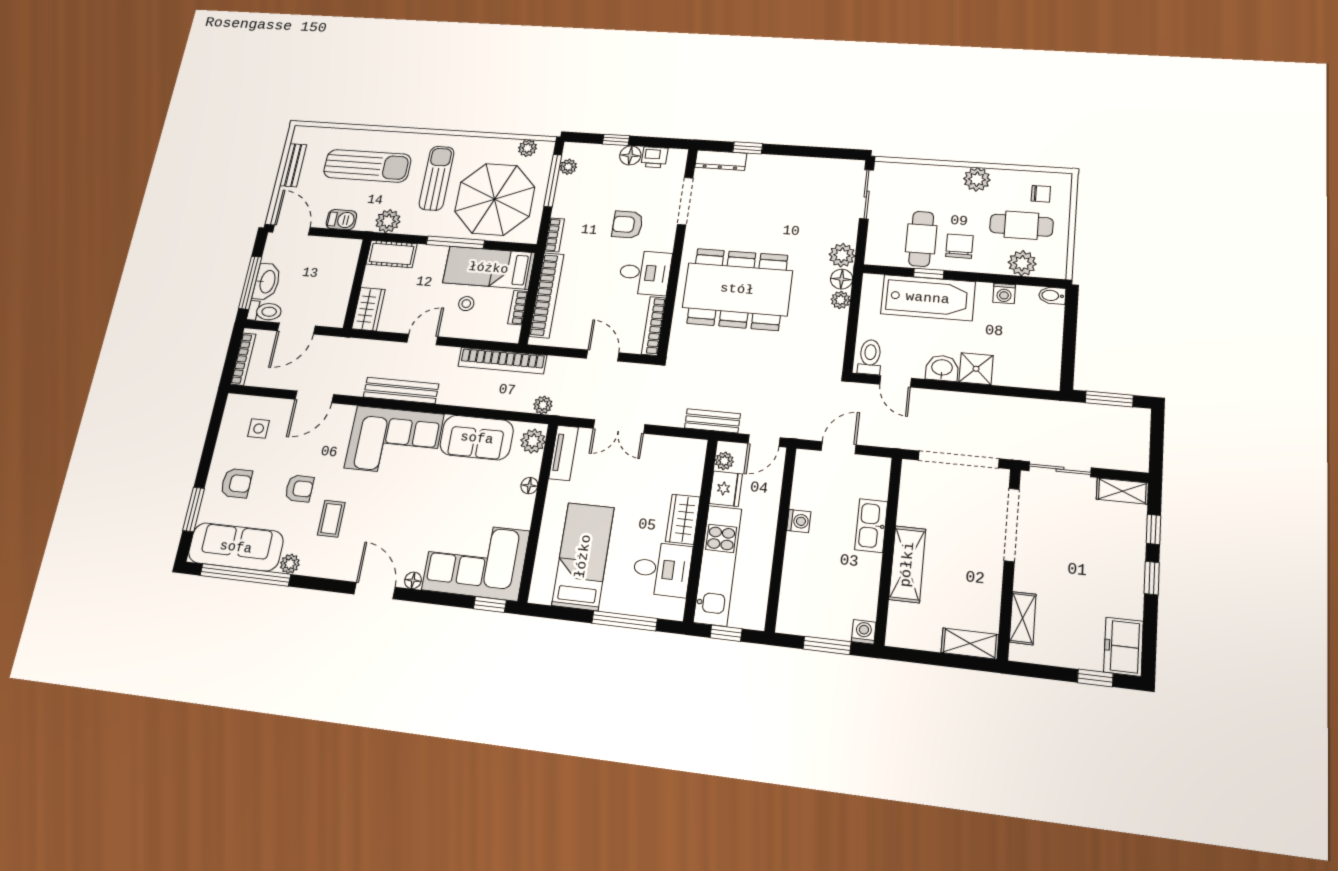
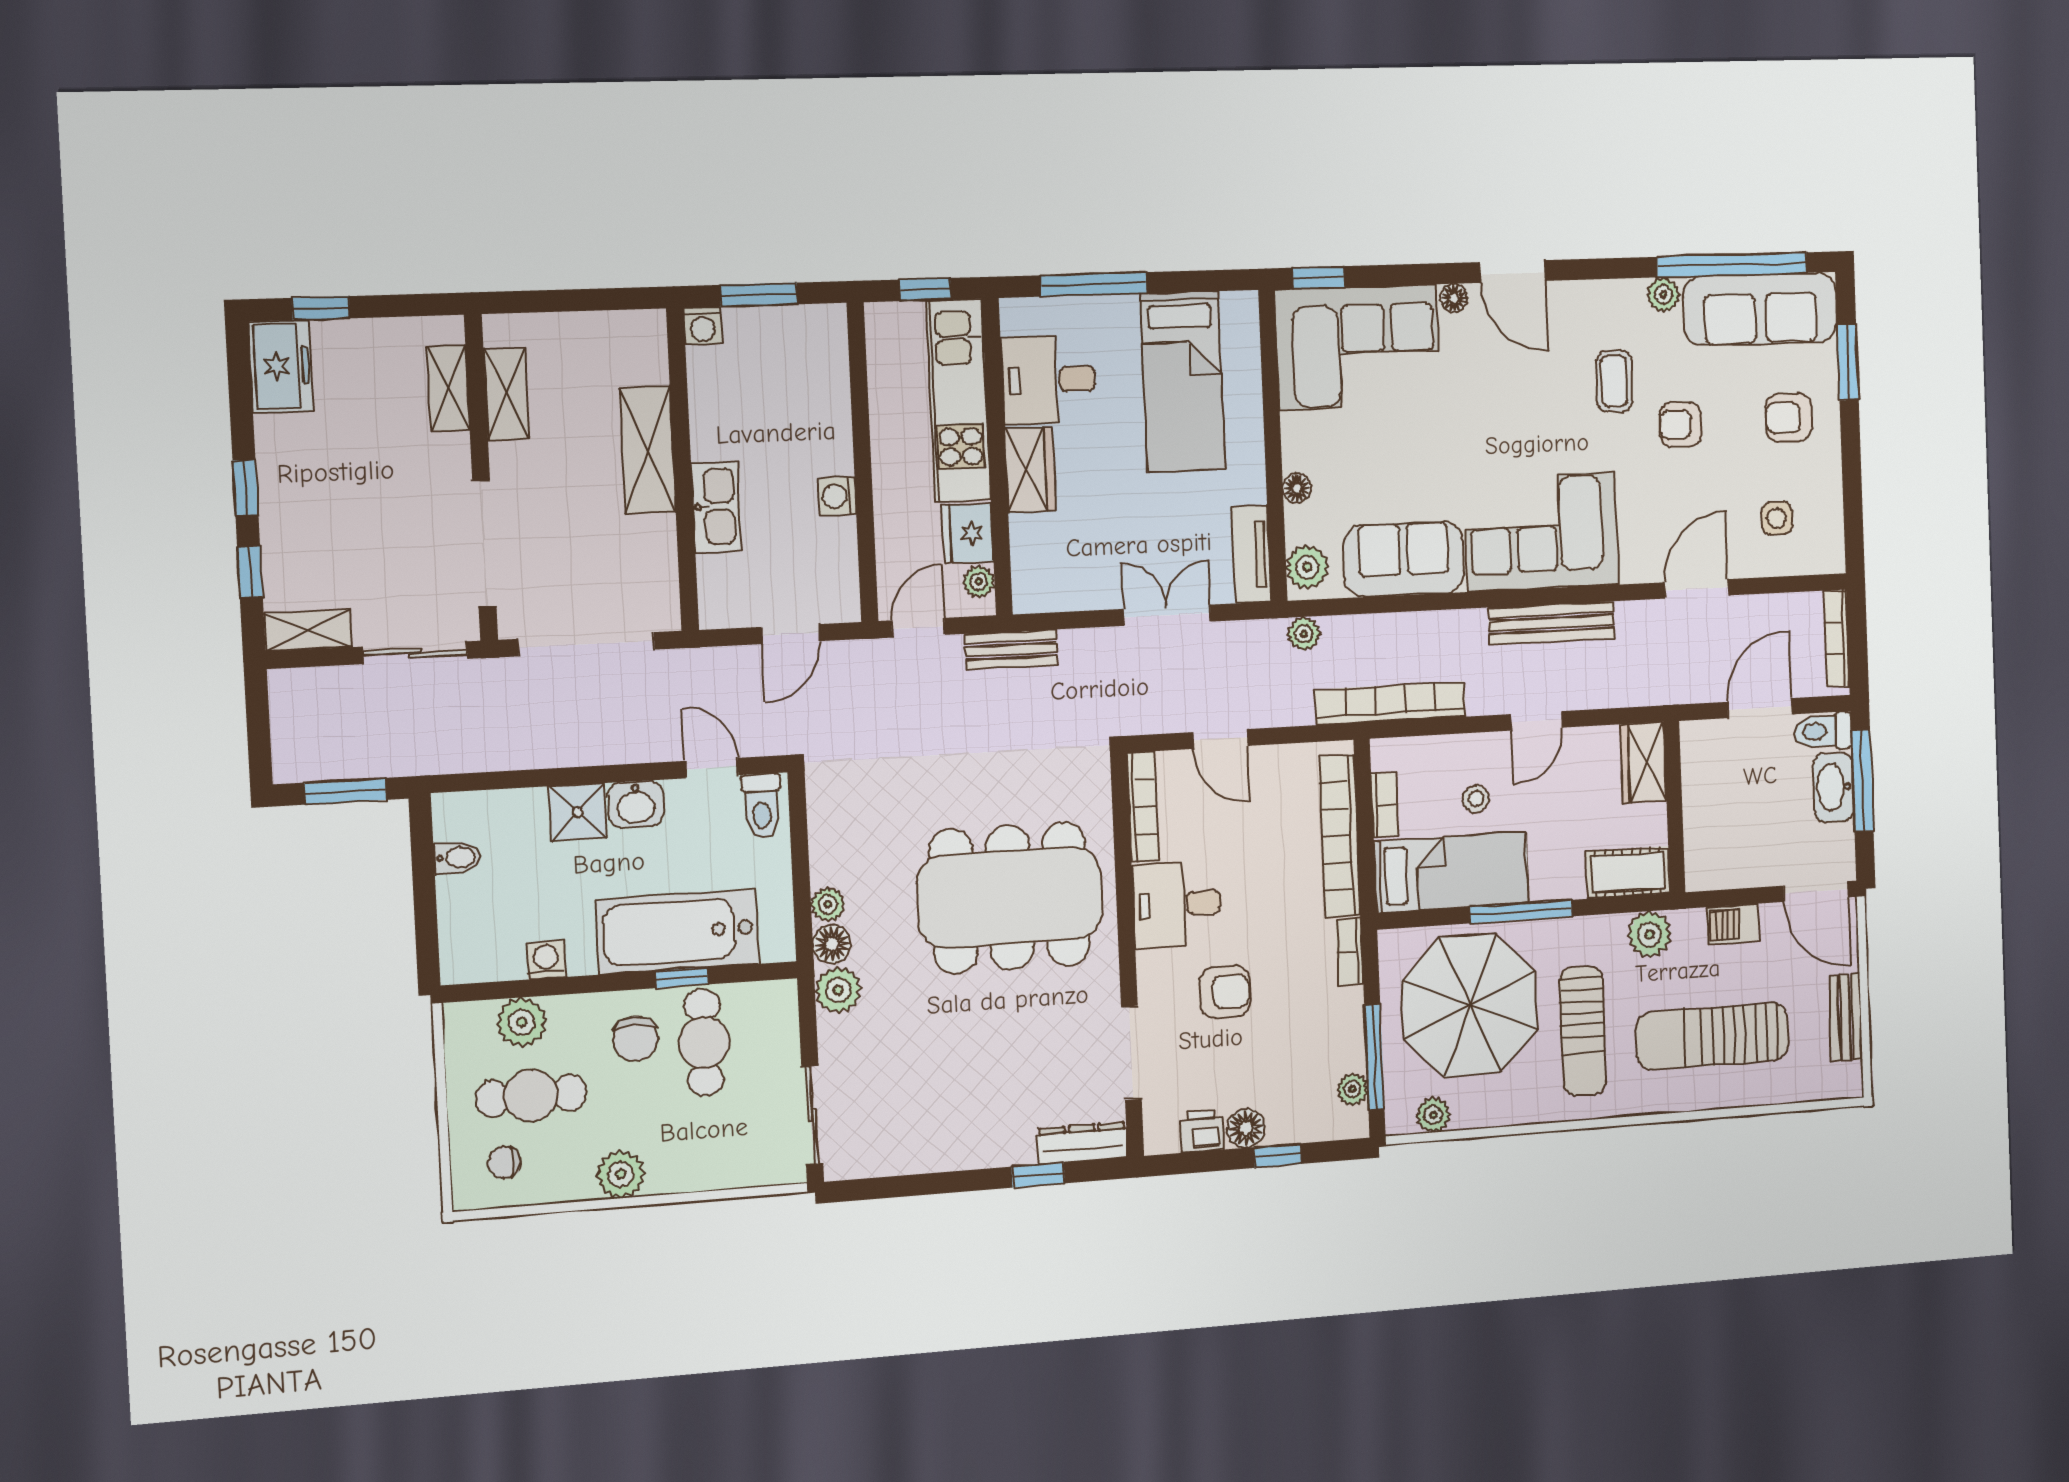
bidet: (1052, 296) -> (457, 858), moved
shelving: (970, 644) -> (506, 394), moved, turned 90

